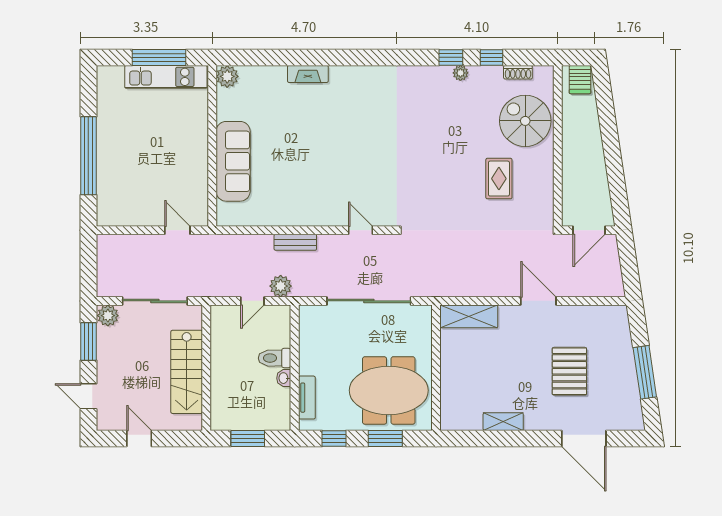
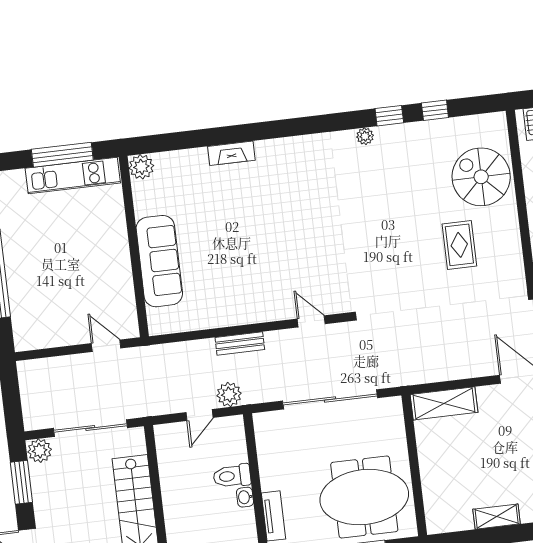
shoe rack: (518, 72) -> (466, 123), removed
plant: (460, 73) -> (365, 136), moved

